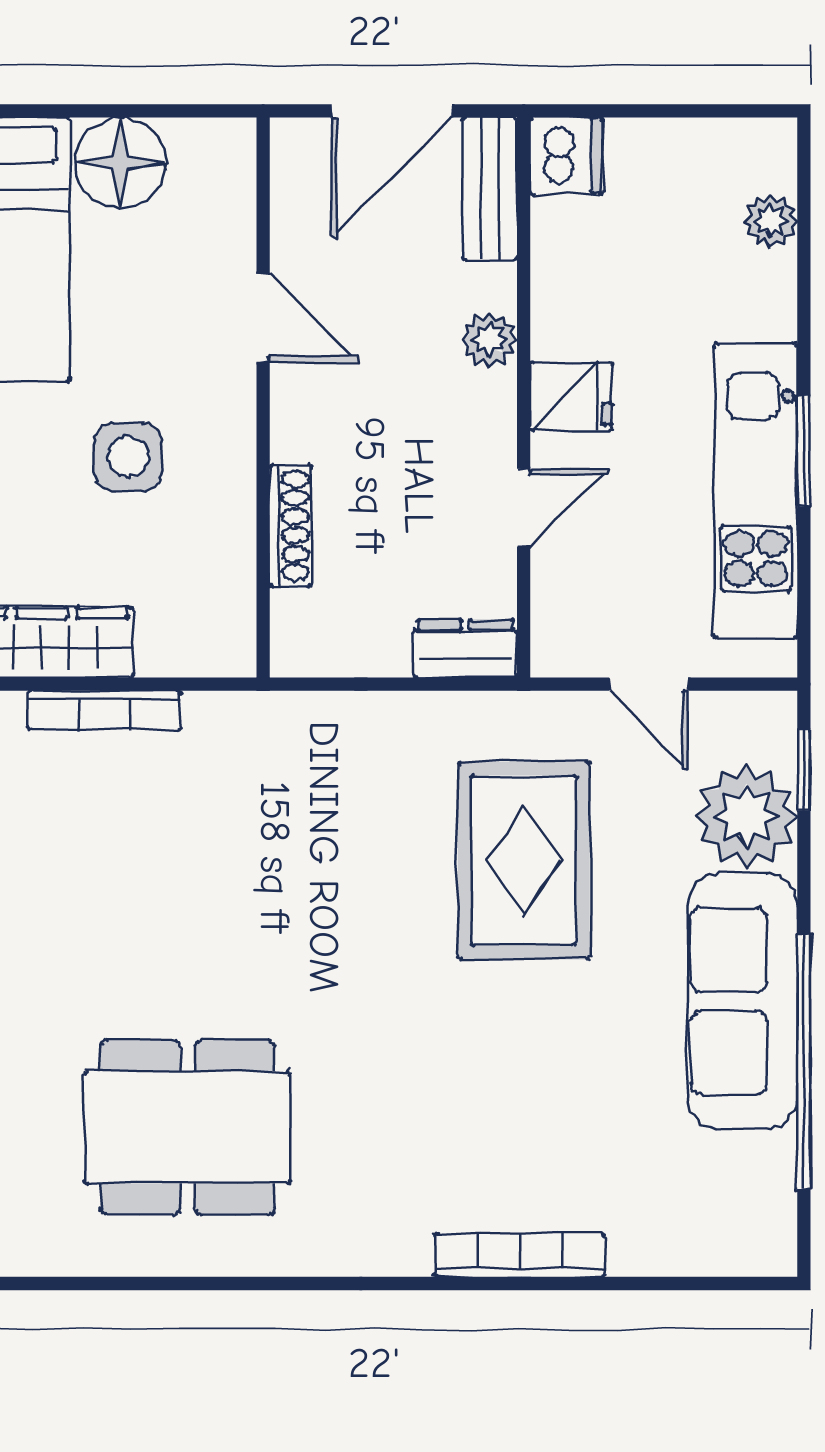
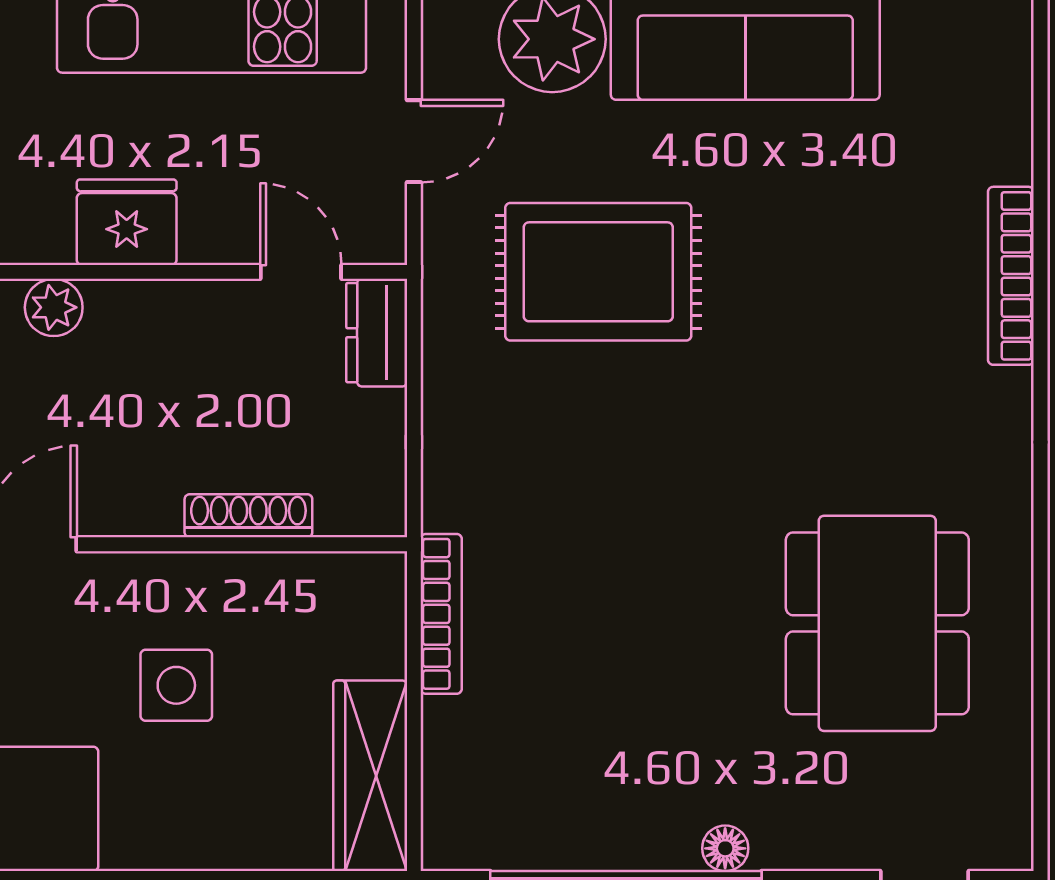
fridge: (571, 396) -> (127, 222), width x1.38
door: (524, 508) -> (301, 272), moved
bookcase: (105, 710) -> (441, 614), moved

